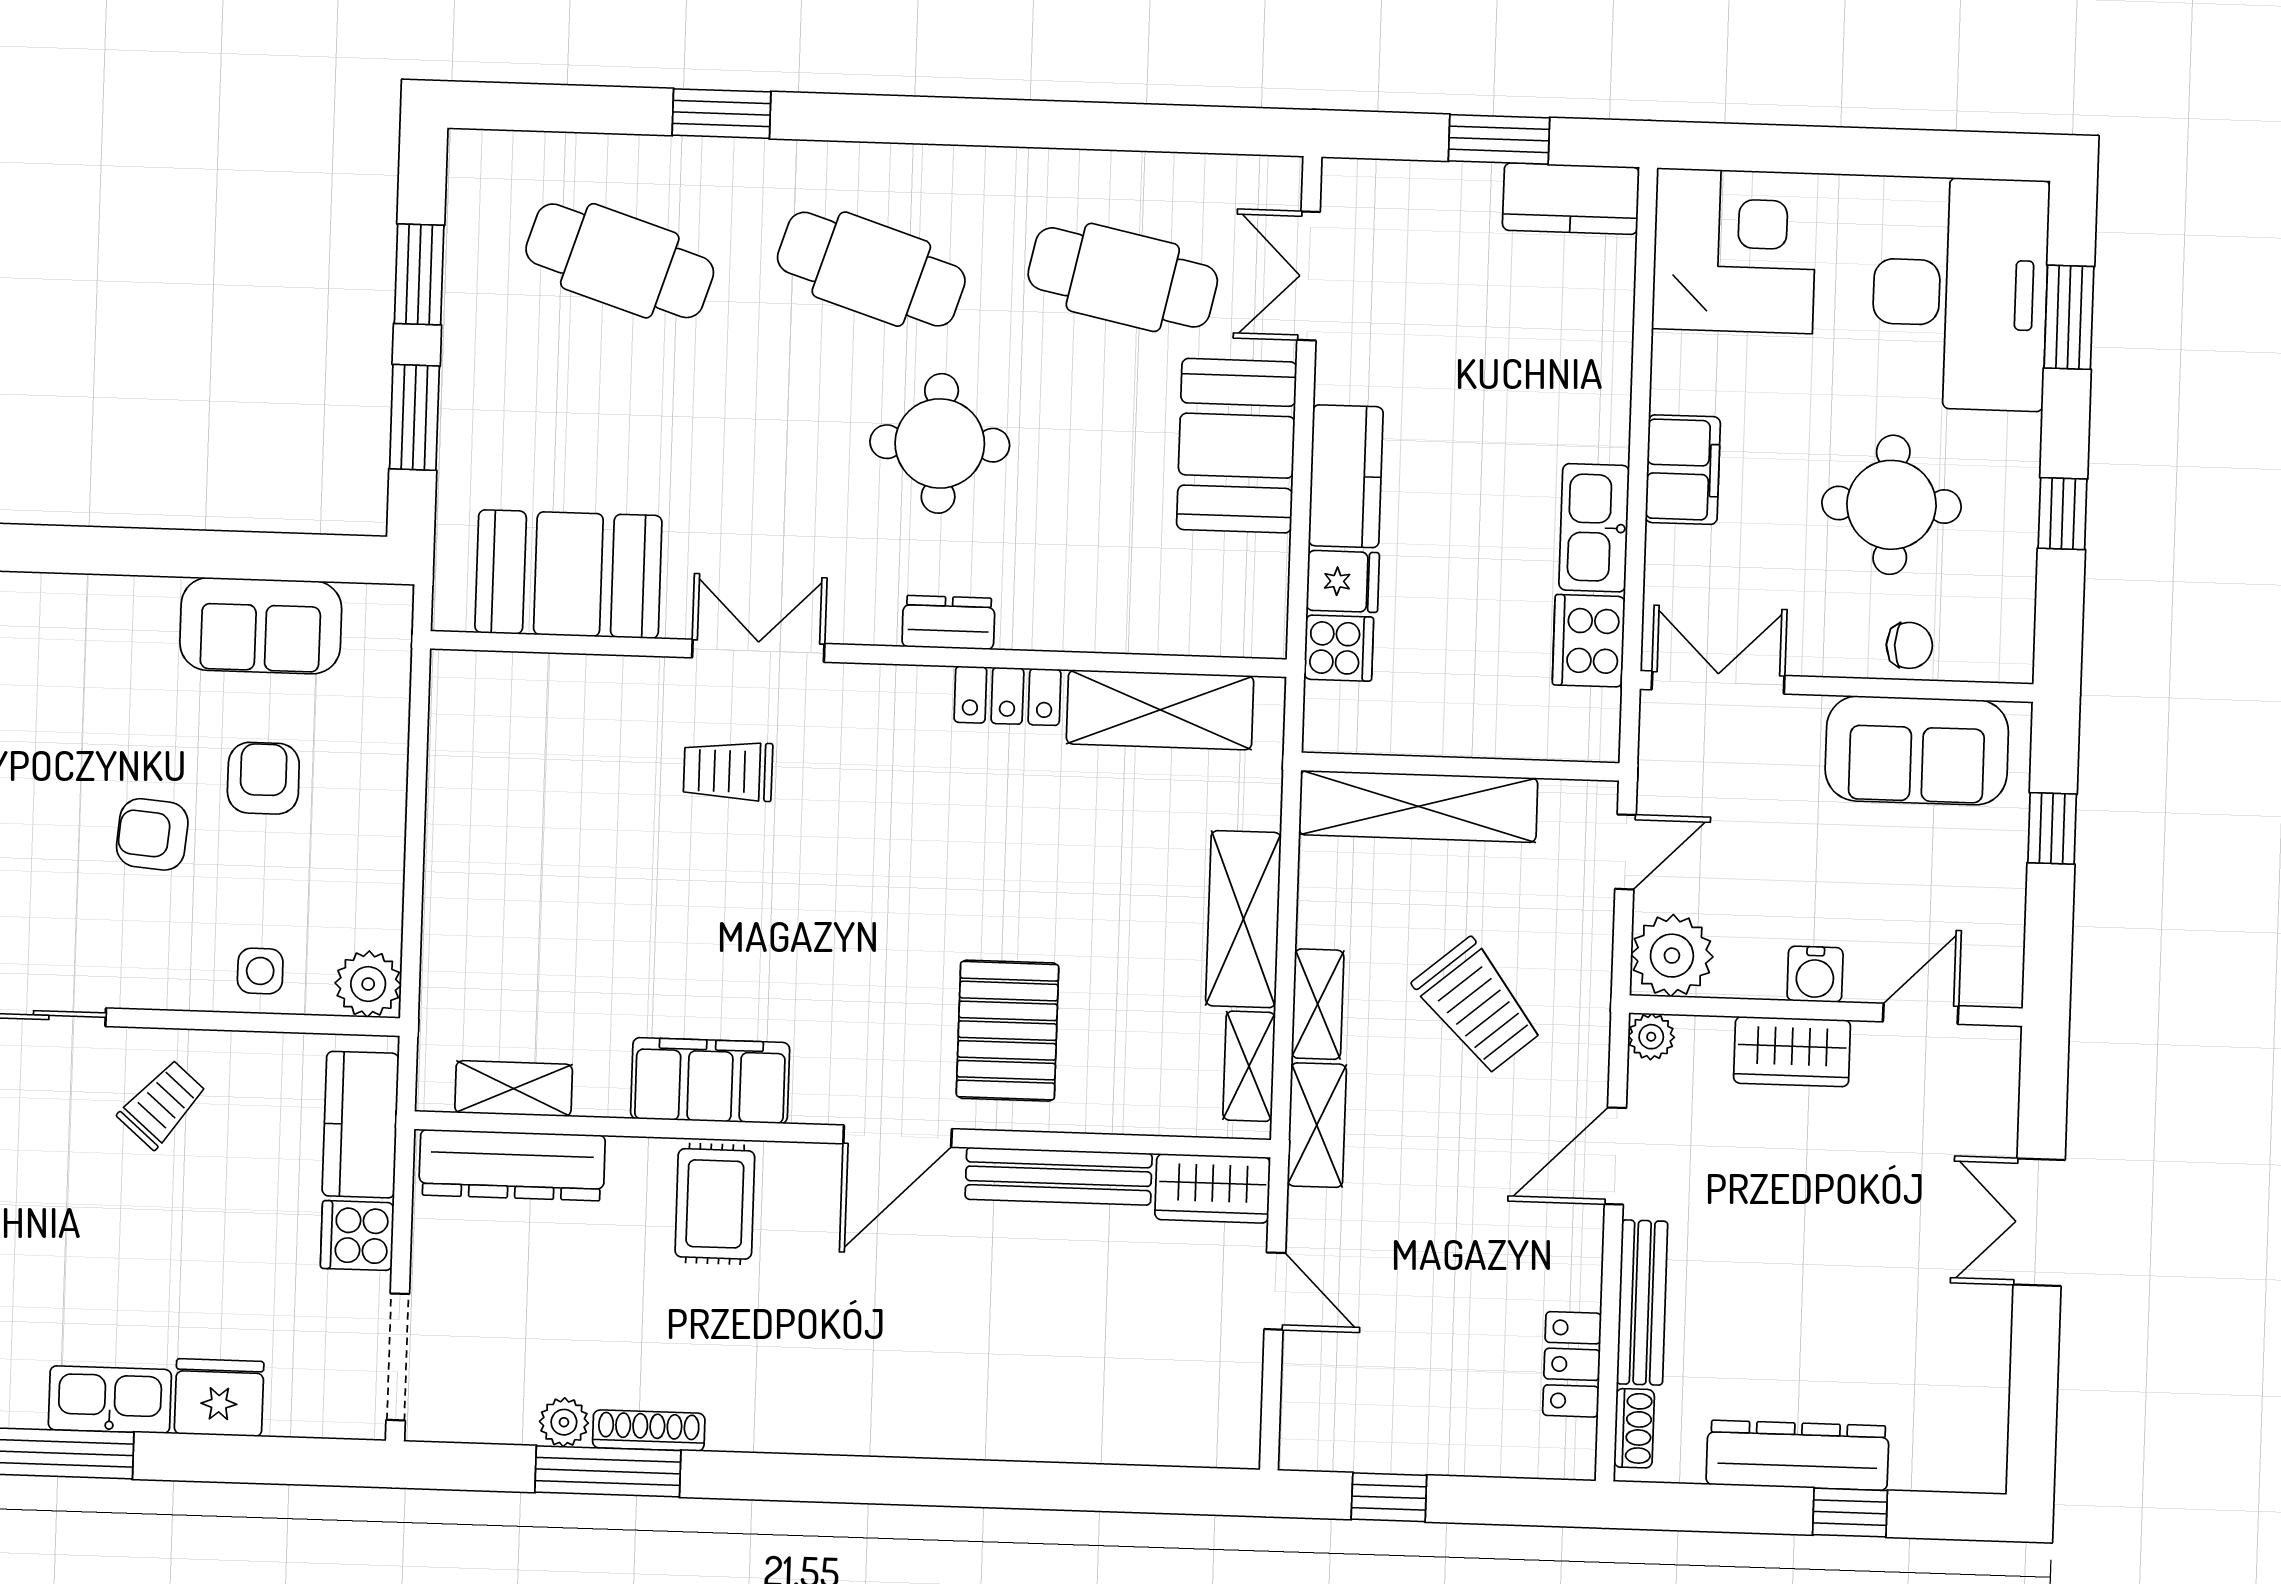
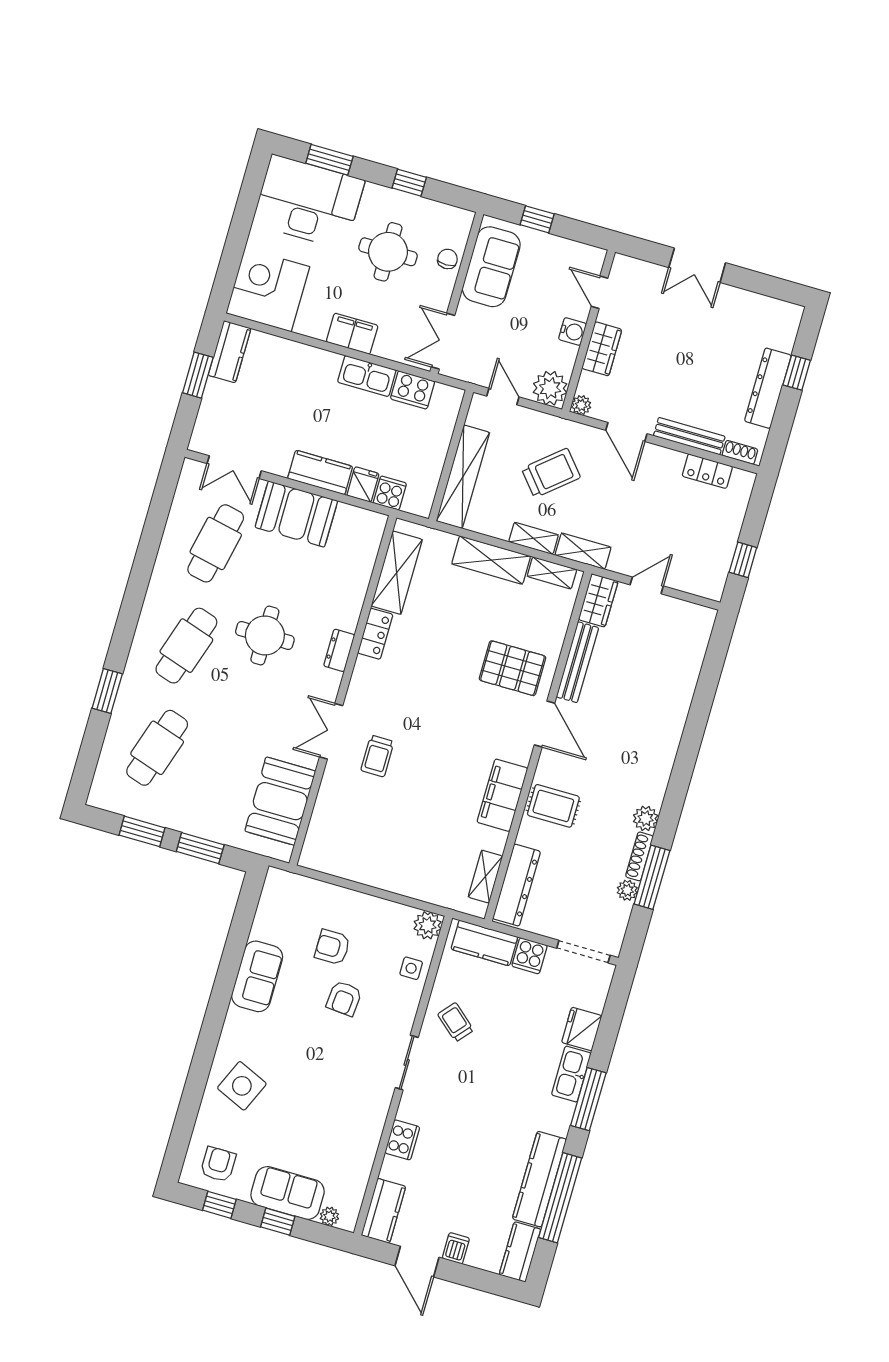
sofa: (261, 626) -> (257, 976), moved
plant: (739, 1423) -> (646, 818), added

